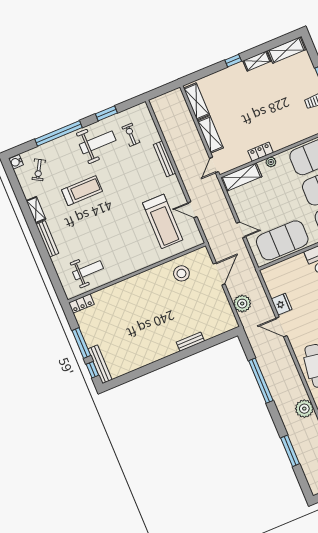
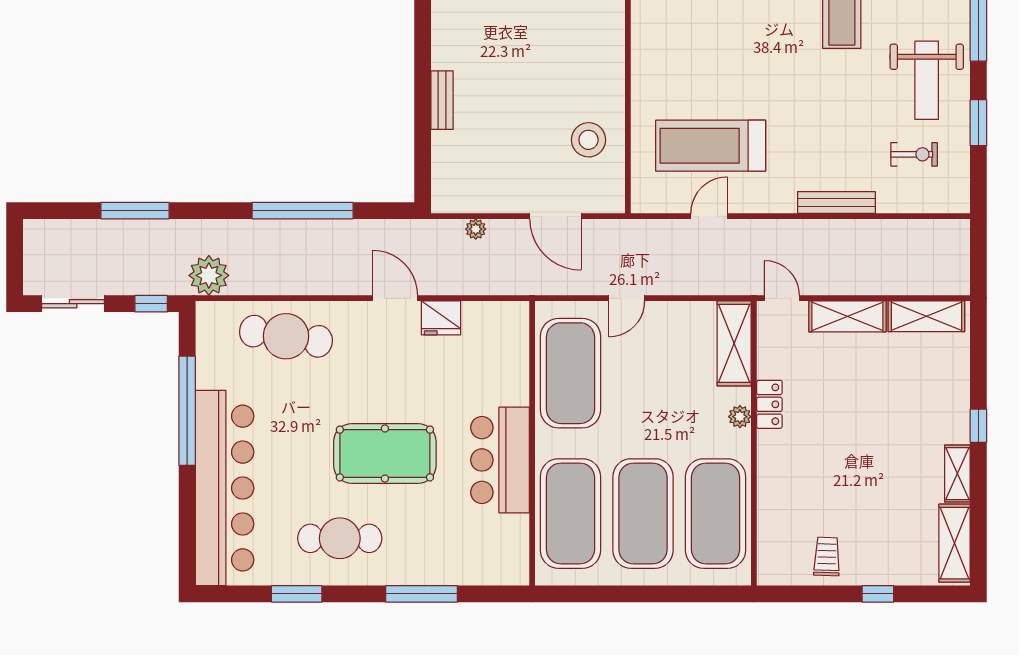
plant: (242, 304) -> (476, 229), width x0.53, depth x0.53
door: (281, 327) -> (395, 298), hinge flipped

